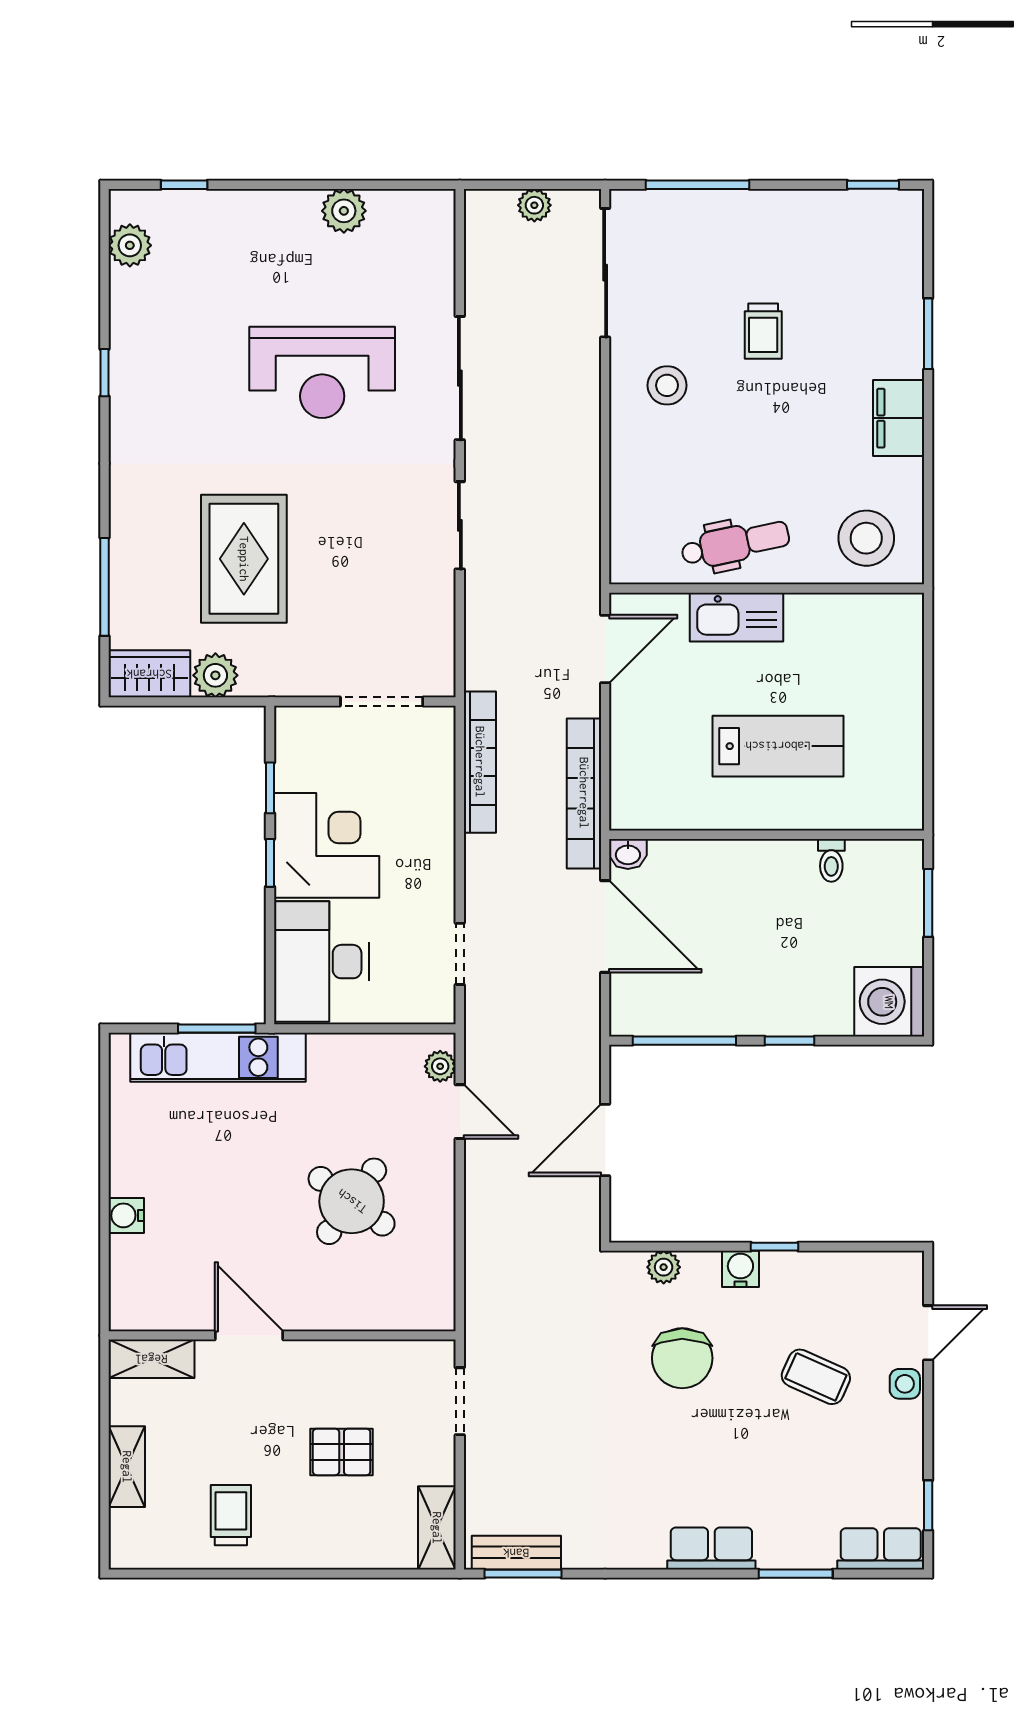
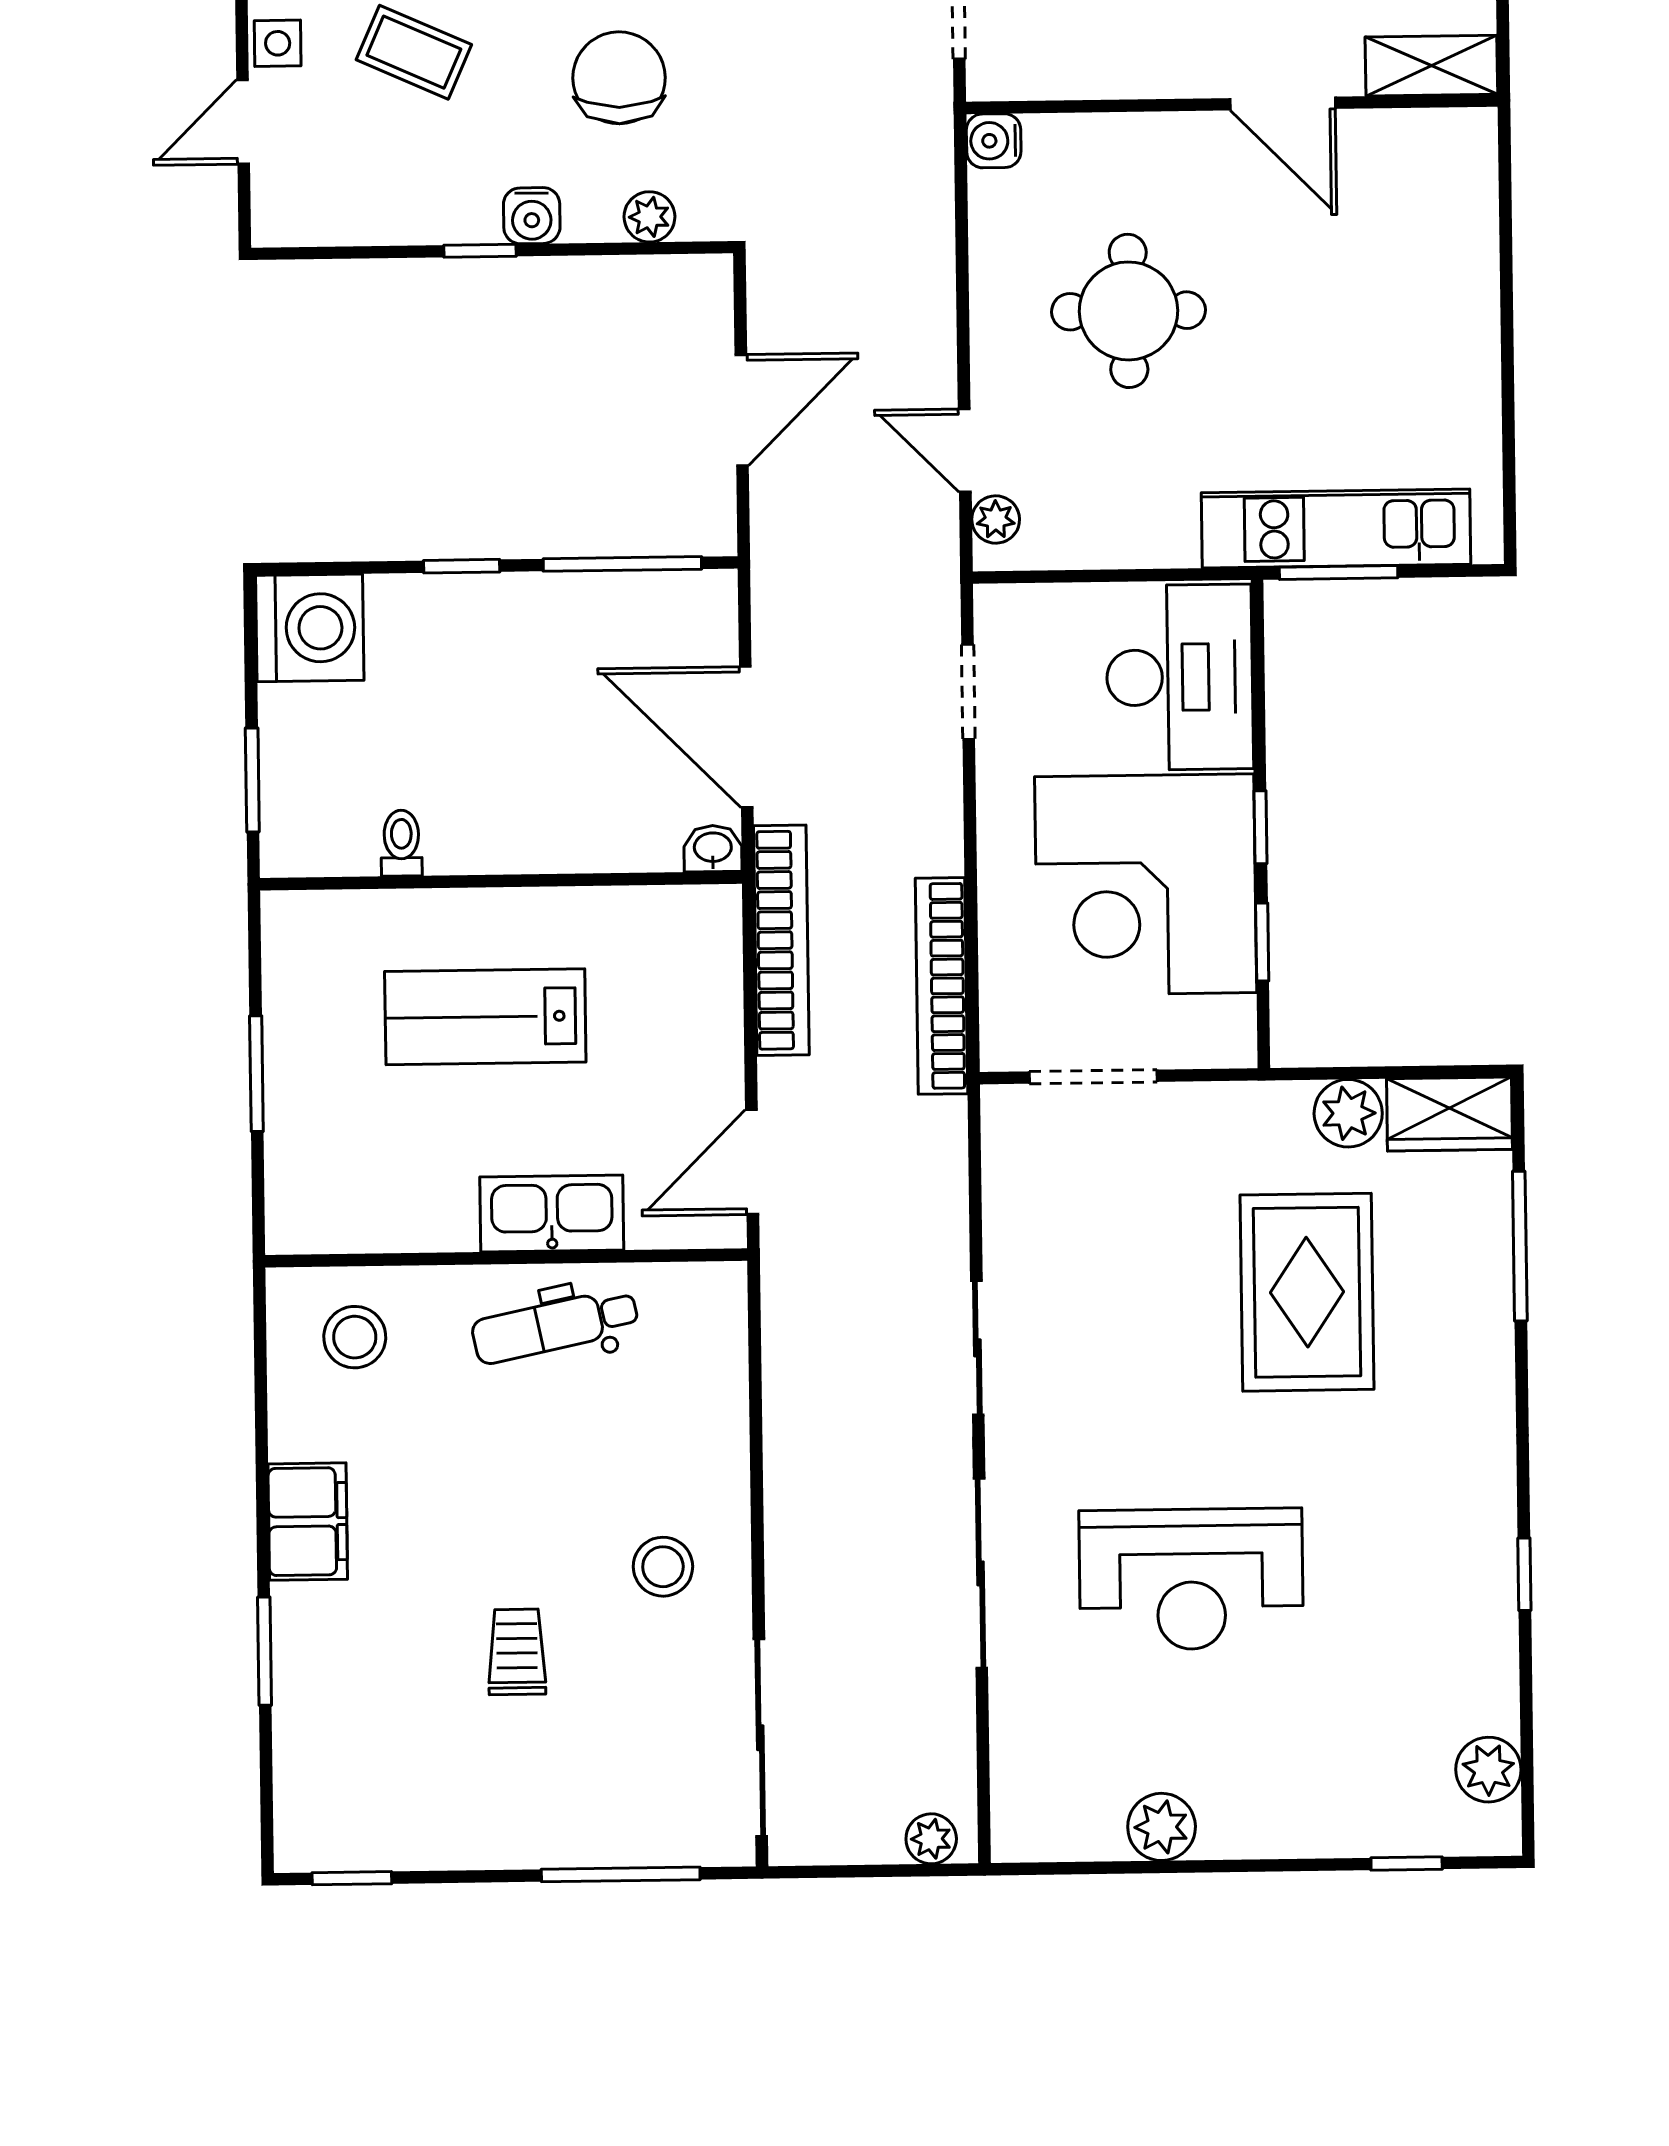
plant: (534, 205) -> (931, 1839), moved
reception desk: (322, 372) -> (1191, 1579), turned 180
stool: (866, 538) -> (355, 1337), width x0.73, depth x0.73
window: (928, 711) -> (256, 1074), added
corner desk: (327, 845) -> (1146, 885), width x1.36, depth x1.36
round table: (352, 1201) -> (1129, 311), turned -36
water cooler: (126, 1215) -> (994, 141), moved, turned 180

